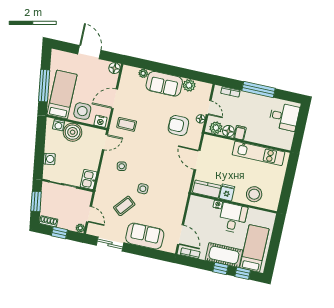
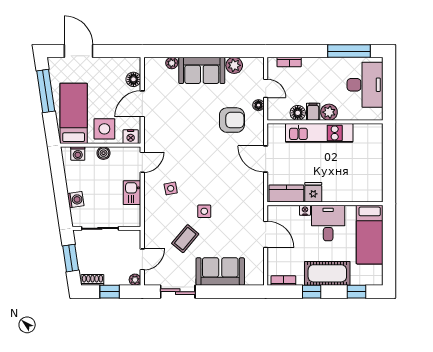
door: (89, 52) -> (79, 51), moved
floor lamp: (114, 68) -> (133, 79), moved
window: (44, 86) -> (46, 91), moved
window: (259, 90) -> (349, 51), moved
desk: (284, 117) -> (365, 85), width x1.37
coffee table: (127, 124) -> (165, 133), removed
armchair: (178, 126) -> (232, 120), turned 180
plant: (216, 128) -> (329, 112), moved
boiler: (73, 132) -> (103, 153), width x0.54, depth x0.54
kitchen unit: (258, 153) -> (319, 133), moved
kitchen sink: (89, 179) -> (132, 193), moved
stool: (254, 194) -> (349, 187), removed
door: (89, 214) -> (142, 259), hinge flipped
door: (180, 235) -> (266, 234), moved
bed: (254, 248) -> (370, 235), moved, turned 180
window: (221, 268) -> (312, 292), moved

